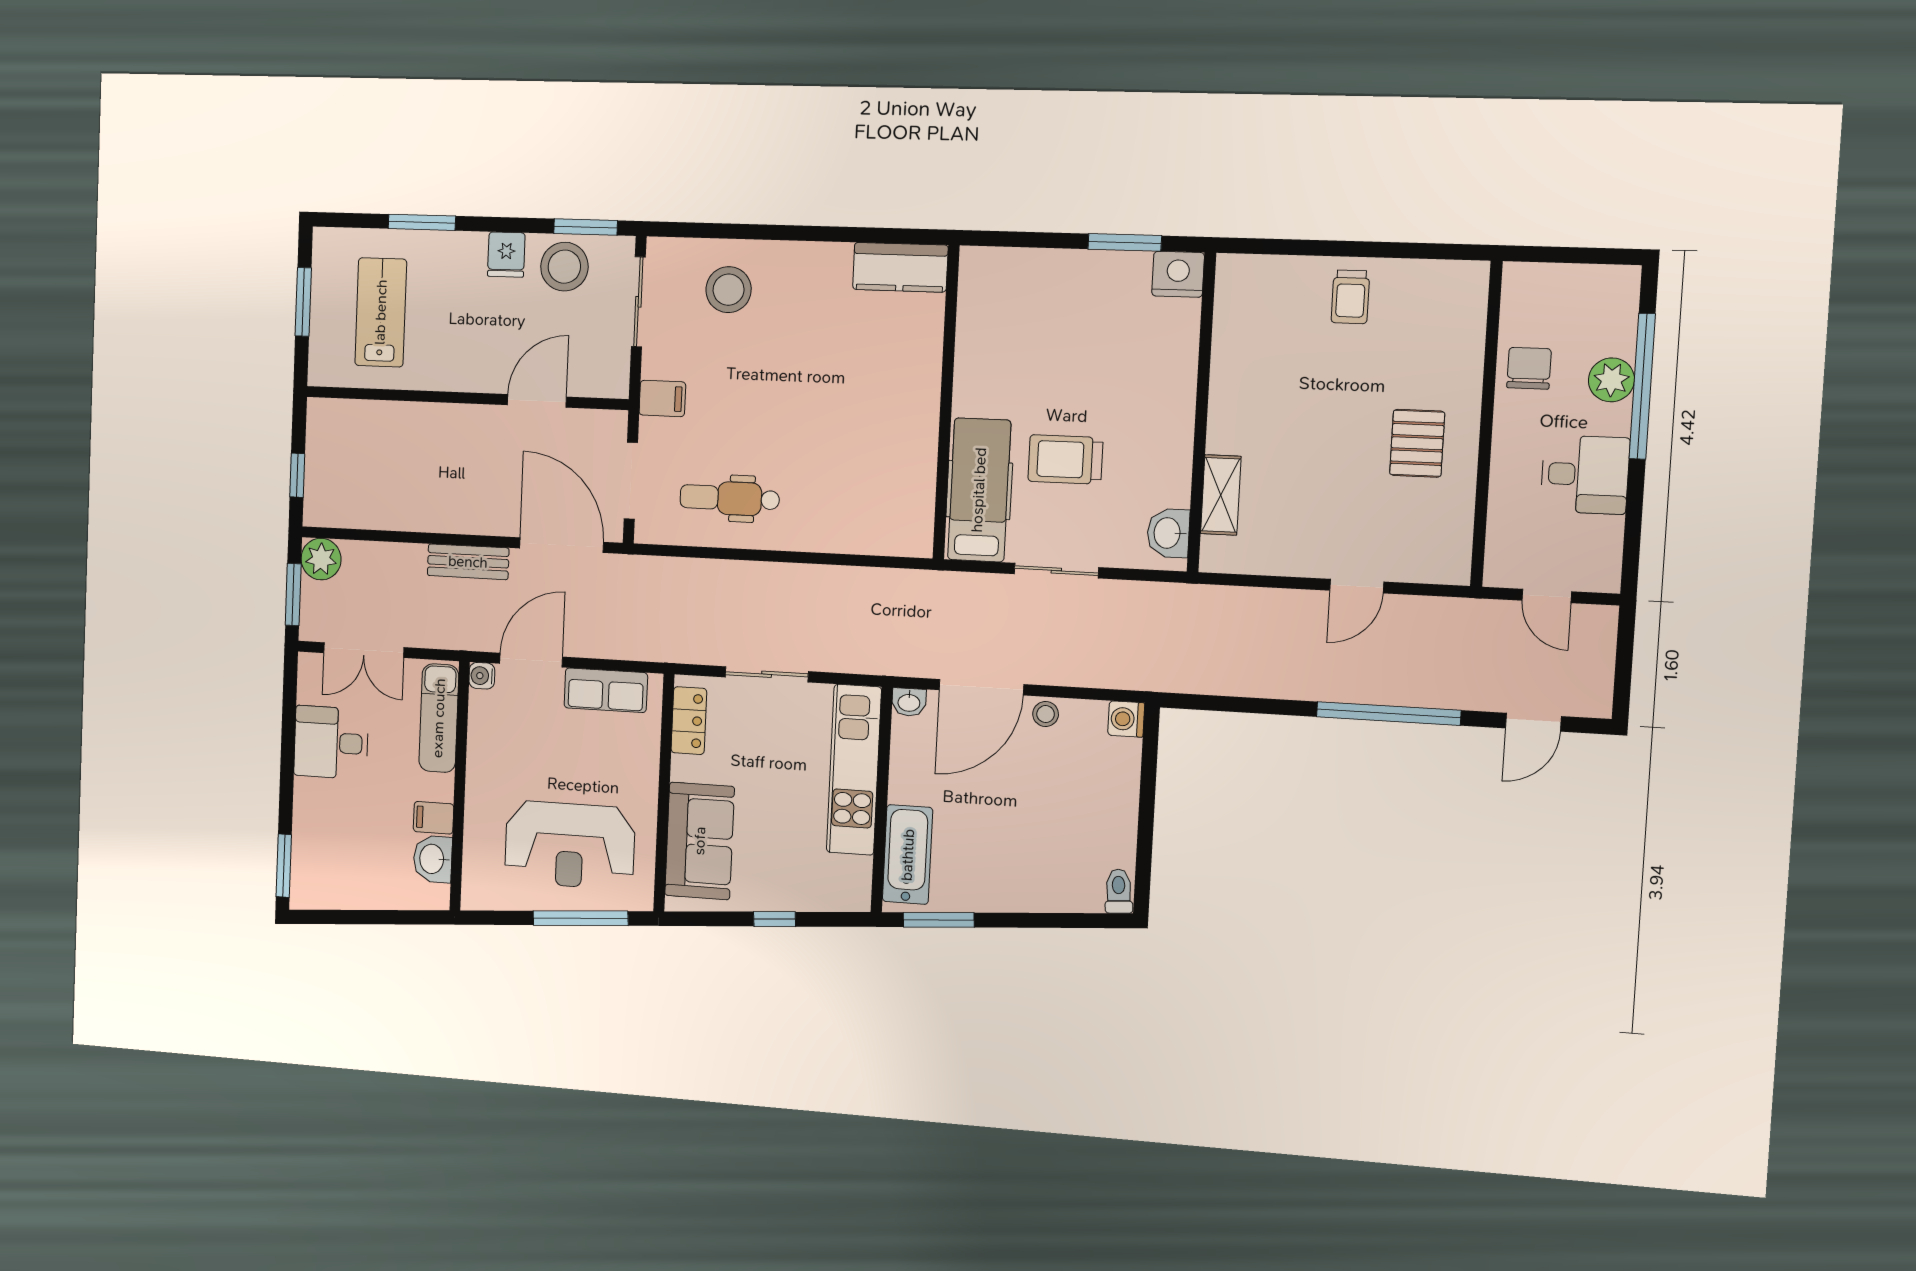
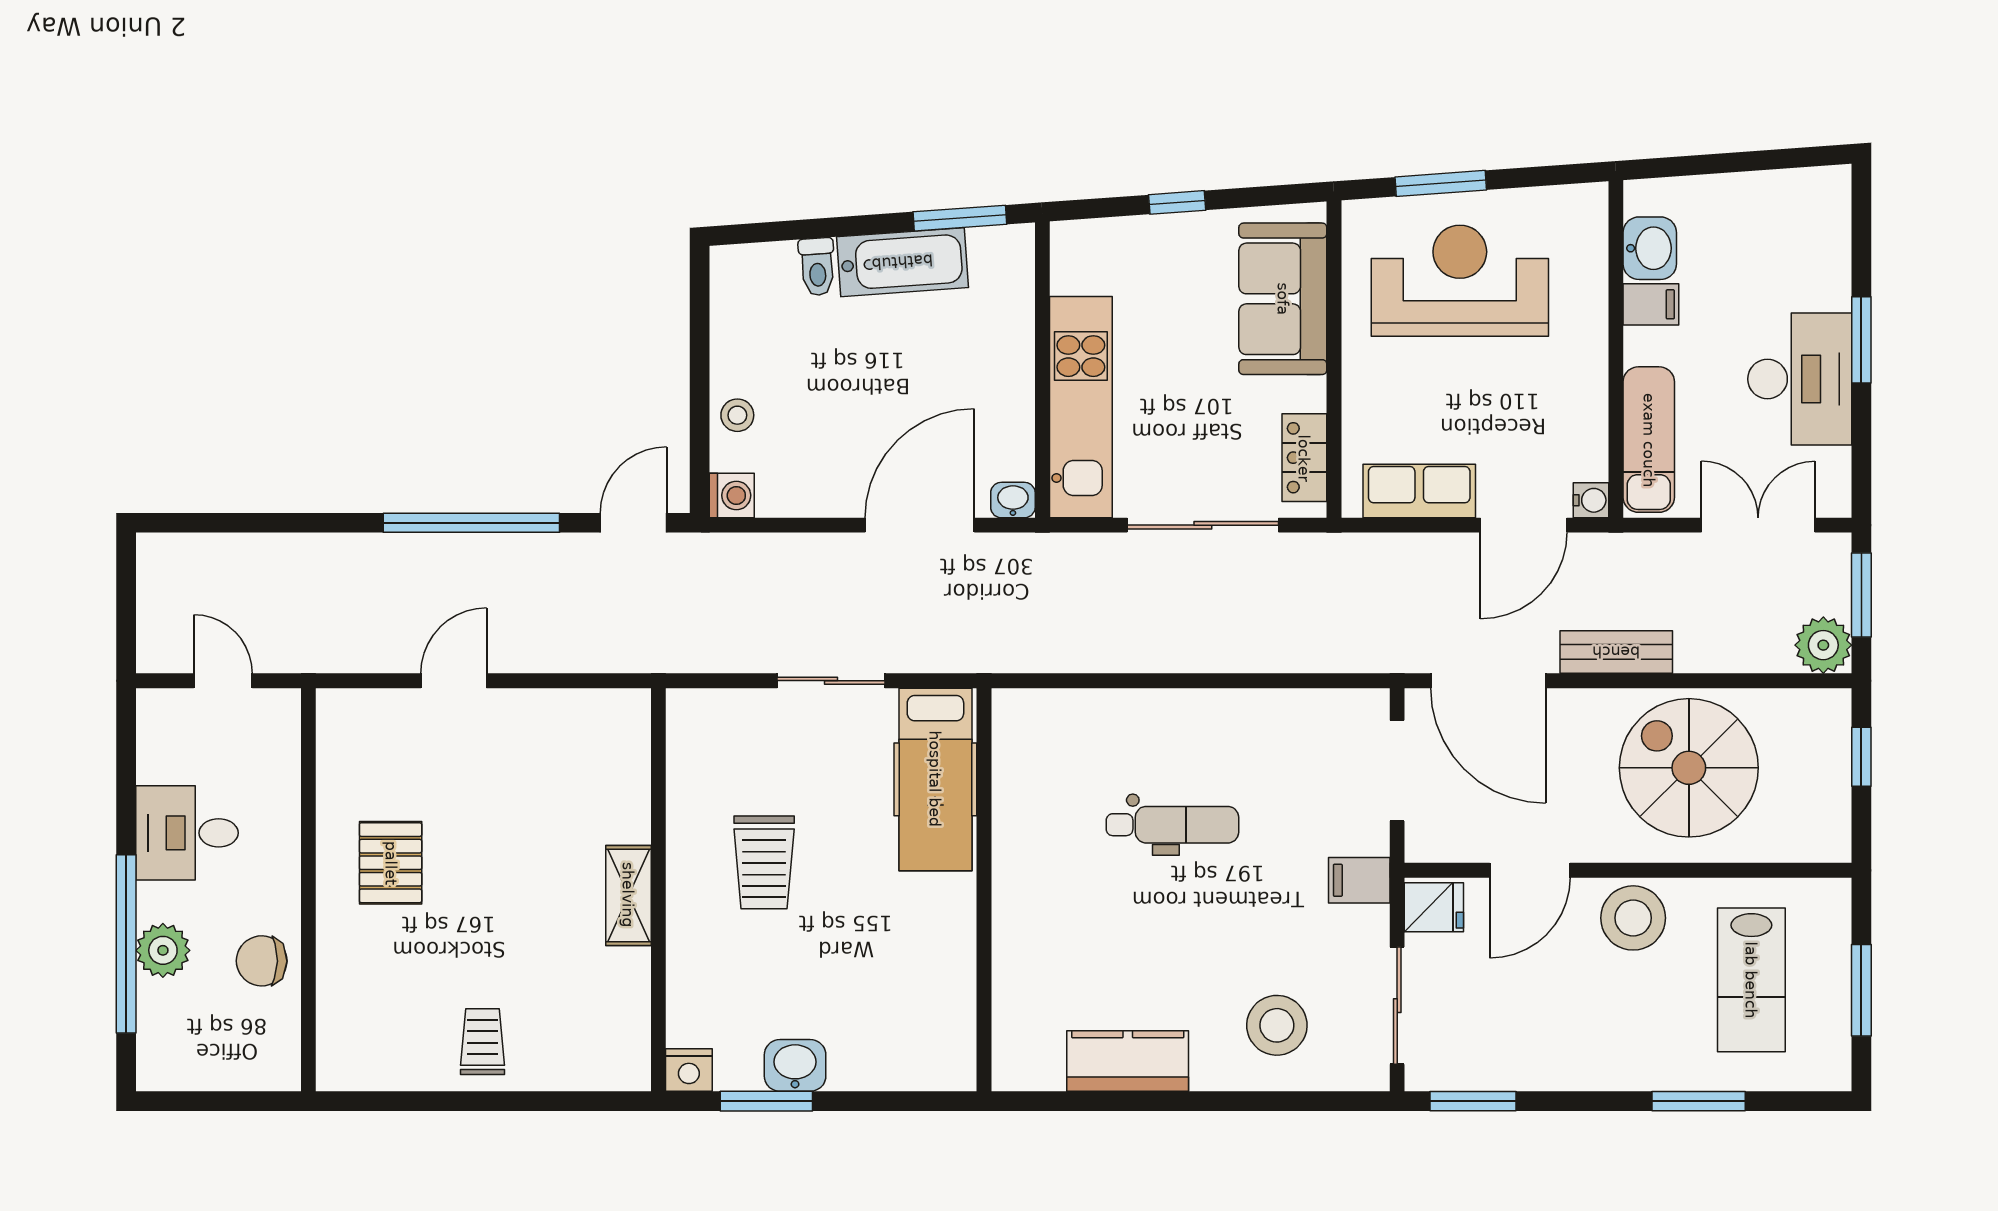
fridge: (506, 255) -> (1434, 907), moved, turned 90
stool: (564, 267) -> (1633, 918), moved
kitchen counter: (900, 267) -> (1128, 1061), moved
nightstand: (1178, 274) -> (689, 1070), width x0.74, depth x0.75
chair: (1529, 368) -> (262, 961), turned 91
trolley: (1065, 459) -> (764, 862), moved, turned 90
spiral stairs: (419, 473) -> (1689, 768), added
shelving: (1221, 495) -> (628, 895), moved
dental chair: (730, 498) -> (1172, 825), moved
washbasin: (1168, 533) -> (795, 1065), moved, turned -90
sliding door: (767, 674) -> (1203, 525), width x1.37
stool: (1046, 714) -> (737, 415), moved
window: (1388, 714) -> (471, 523), moved
door: (1533, 722) -> (633, 523), moved
desk: (331, 742) -> (1800, 379), width x1.37
bathtub: (908, 855) -> (902, 262), moved, turned -94
window: (284, 866) -> (1861, 340), moved
toilet: (1119, 891) -> (817, 267), moved
window: (580, 918) -> (1441, 183), width x0.69

